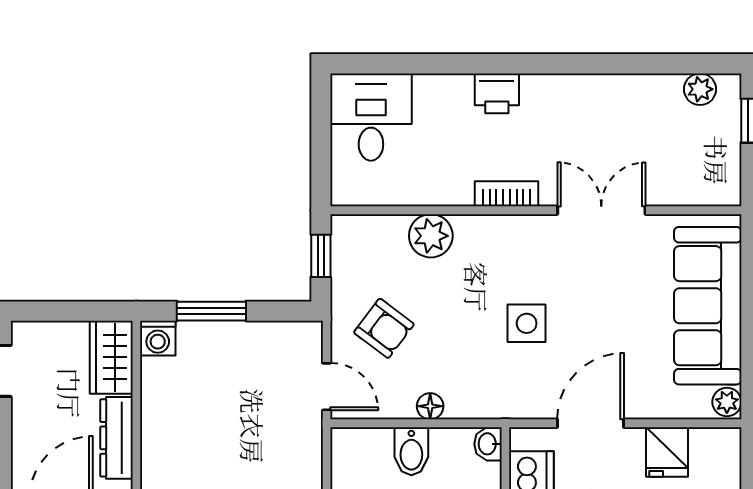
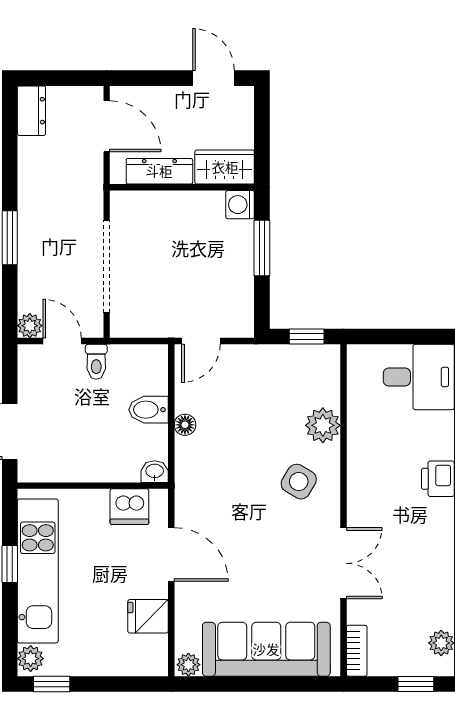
bookcase: (506, 194) -> (357, 651), moved
side table: (527, 323) -> (299, 482), moved, turned 31
armchair: (384, 328) -> (248, 387), removed

